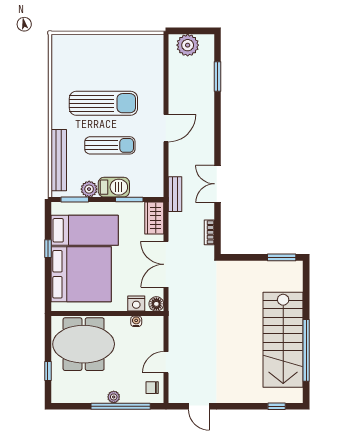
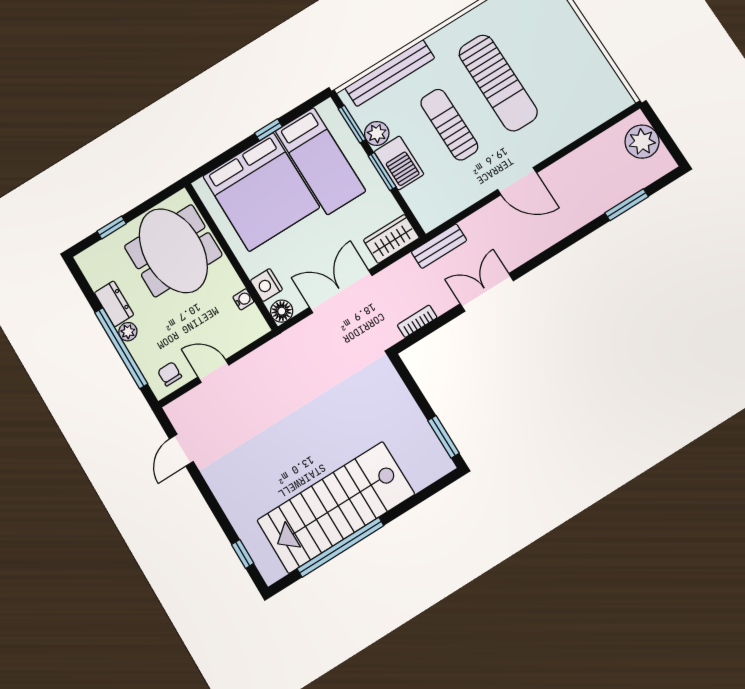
sun lounger: (110, 145) -> (449, 125), turned 180
window: (129, 200) -> (382, 172), moved
dresser: (93, 395) -> (114, 304), added

